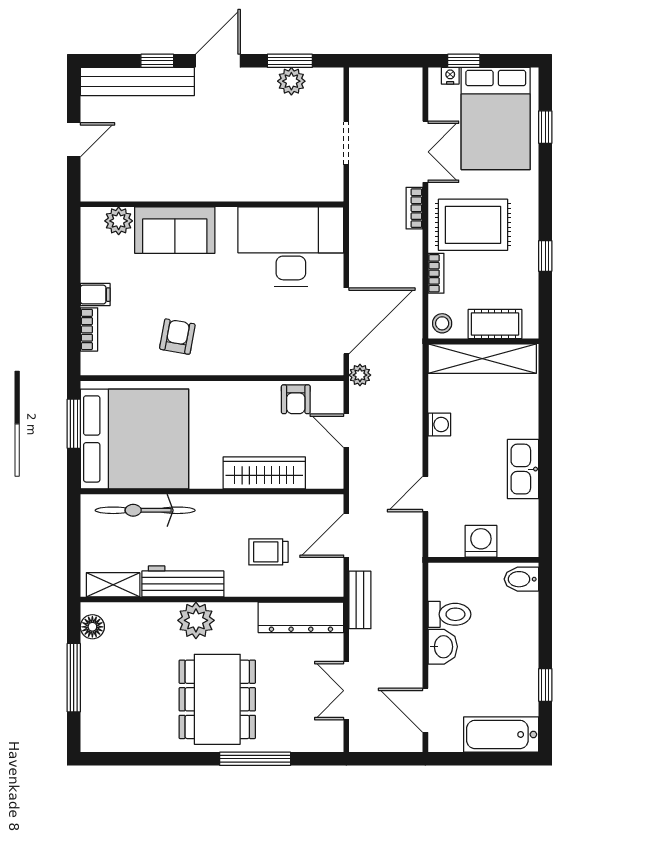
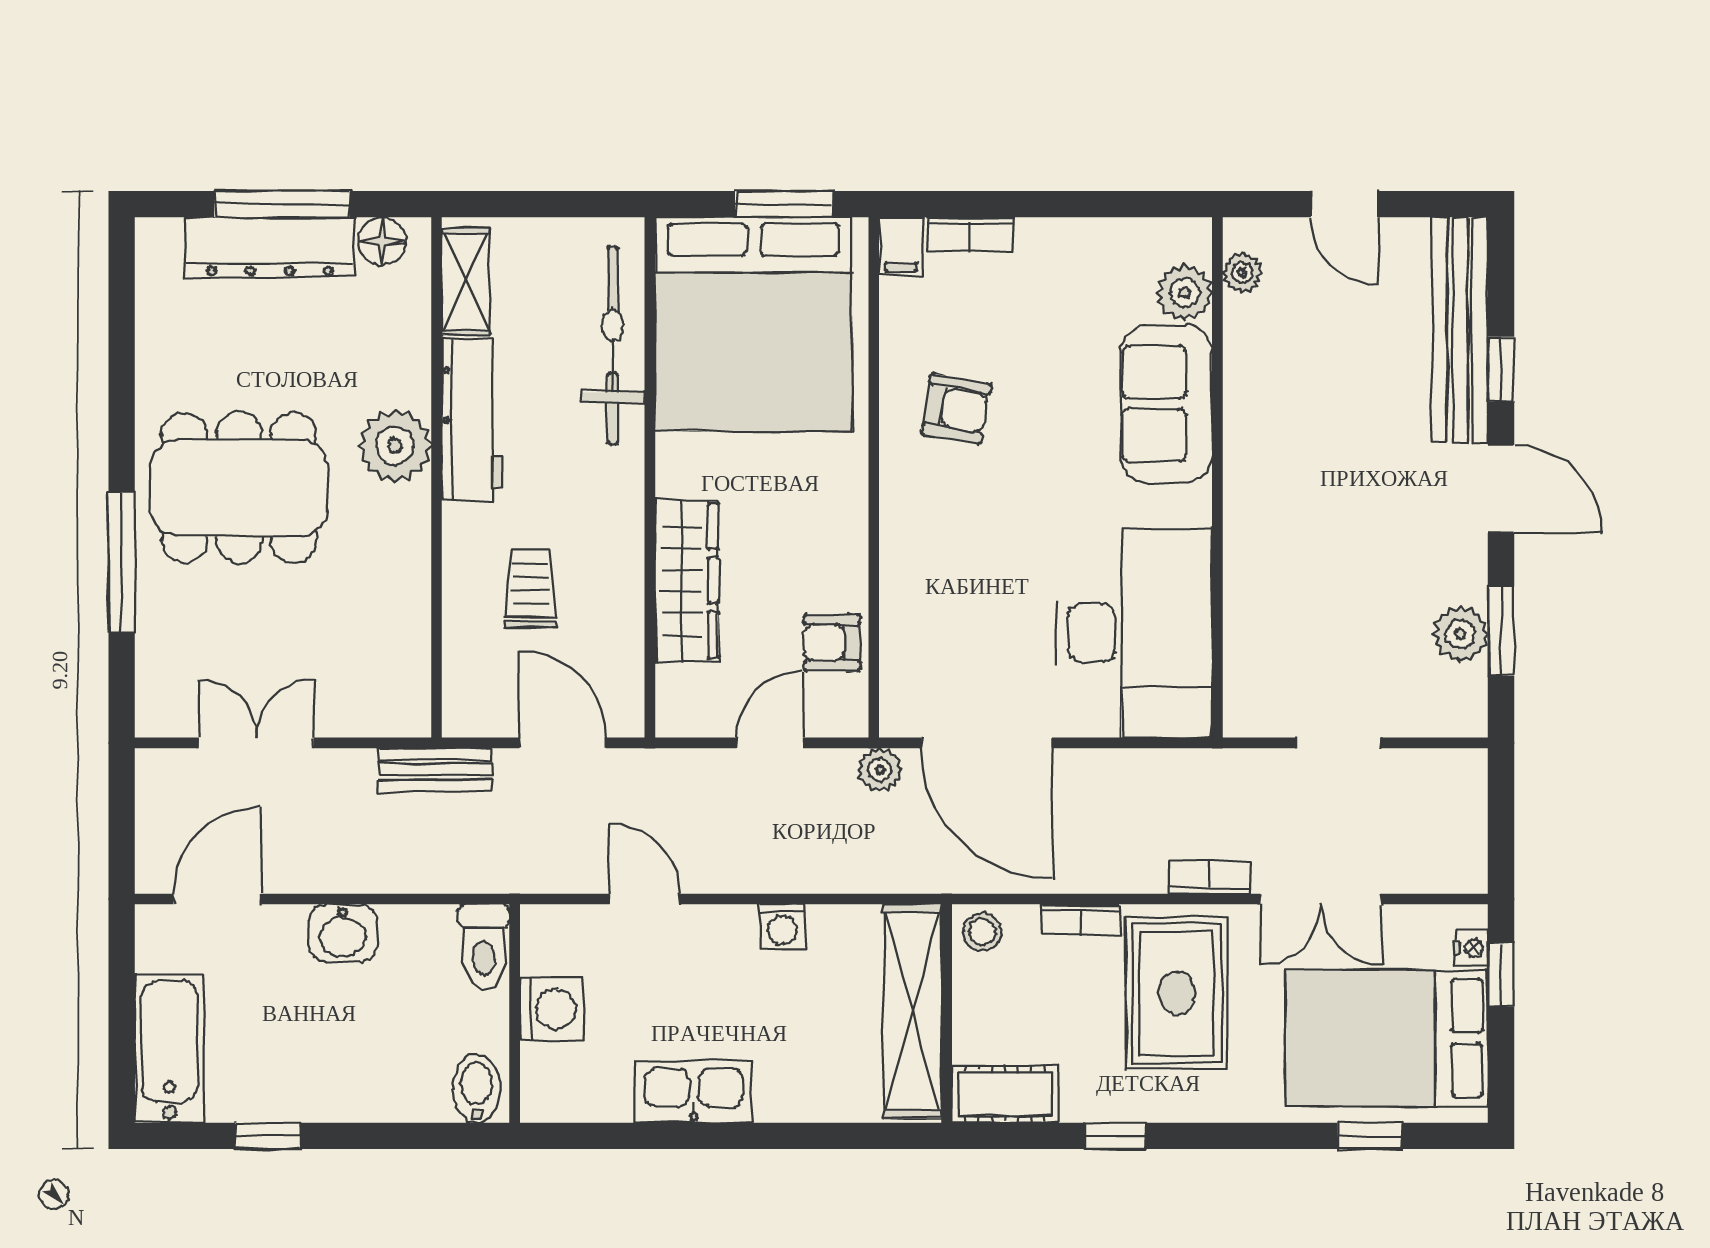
plant: (108, 192) -> (1242, 273), added
filing cabinet: (95, 295) -> (901, 246), moved
cot: (495, 324) -> (1005, 1094), moved, turned 90
toilet: (449, 614) -> (484, 947), moved
dresser: (301, 617) -> (270, 247), moved, turned -90

